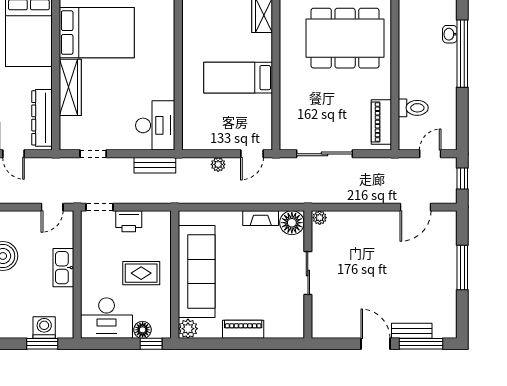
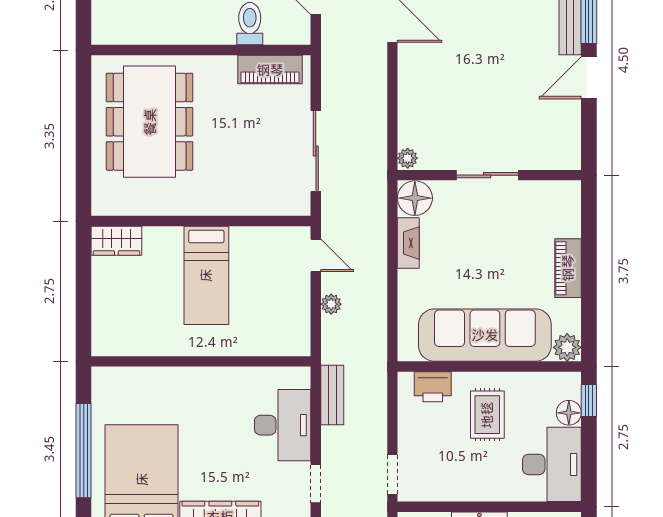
desk: (155, 125) -> (283, 425), moved, turned 90
printer: (129, 221) -> (433, 387), moved, turned 90

